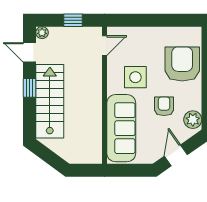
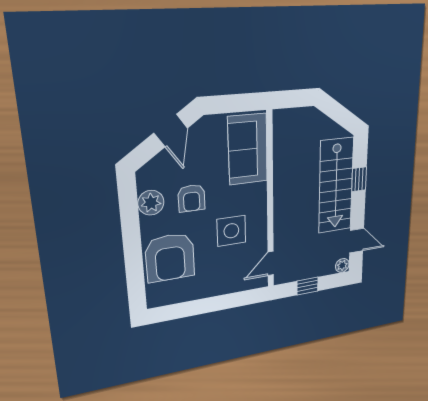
window: (30, 88) -> (359, 179), moved
plant: (193, 120) -> (151, 203), moved
sofa: (121, 128) -> (248, 149), width x0.73

